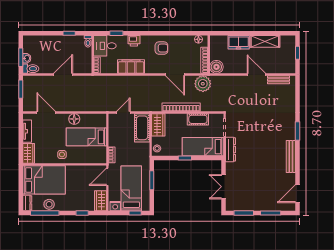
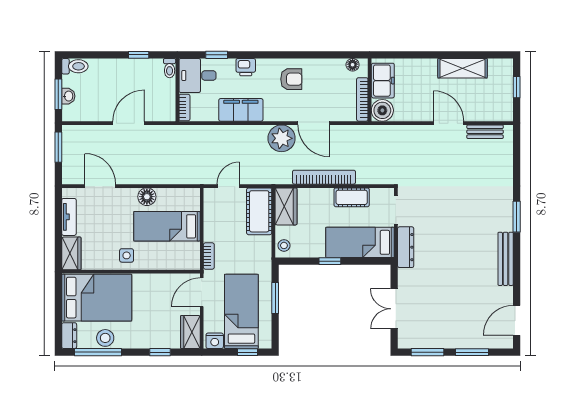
freezer: (239, 42) -> (383, 81), moved, turned -90
toilet: (31, 69) -> (75, 66), moved
plant: (203, 84) -> (282, 138), moved

